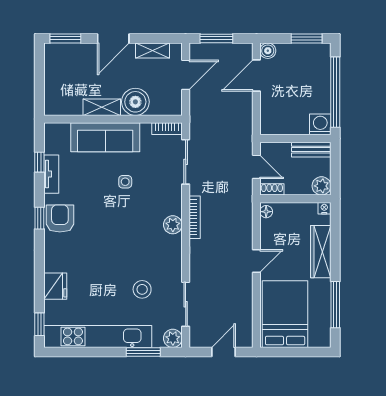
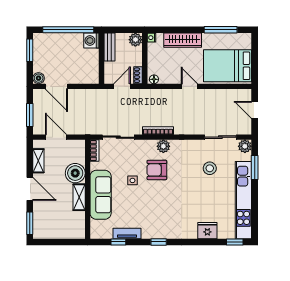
armchair: (60, 219) -> (157, 170), moved

